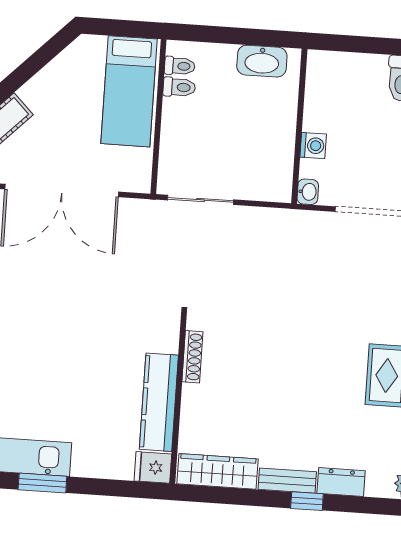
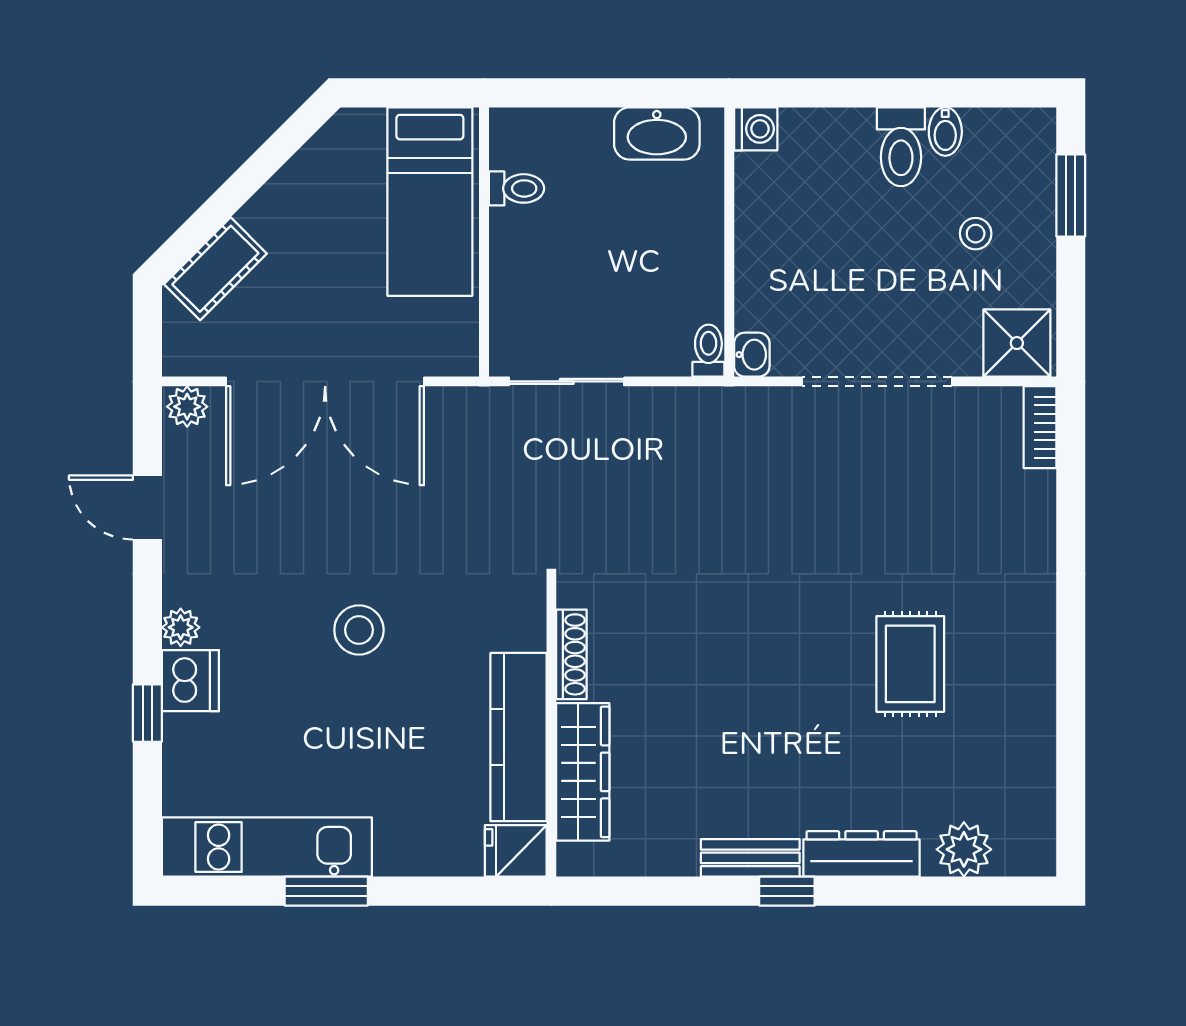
toilet: (180, 66) -> (708, 351), moved, turned -90
washing machine: (313, 146) -> (756, 129), moved
stool: (72, 334) -> (359, 630), added
wardrobe: (217, 471) -> (583, 772), moved, turned 90
dresser: (341, 482) -> (862, 854), width x1.44

